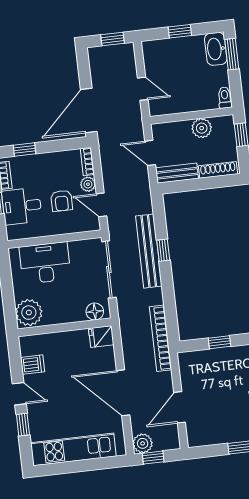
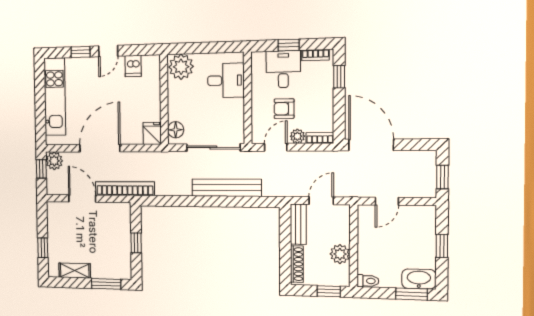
window: (163, 250) -> (226, 202), removed
desk: (45, 263) -> (226, 80), width x0.73
bookcase: (160, 338) -> (125, 189), moved

